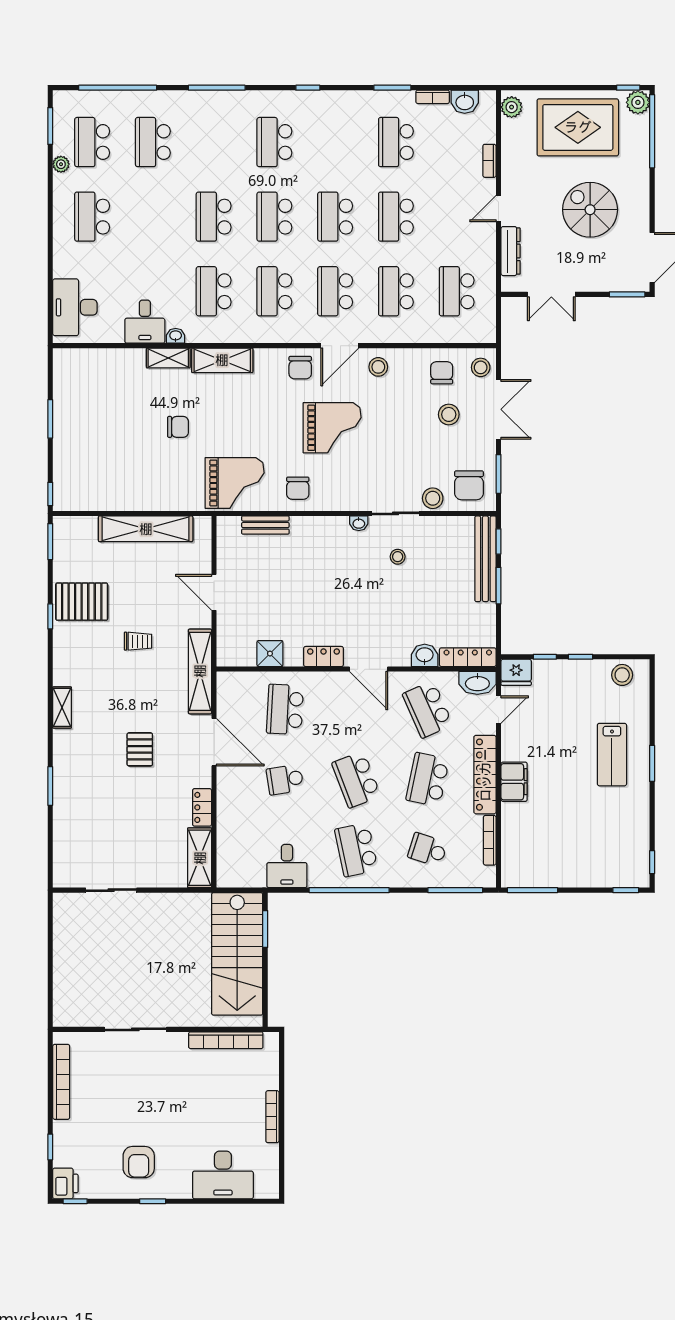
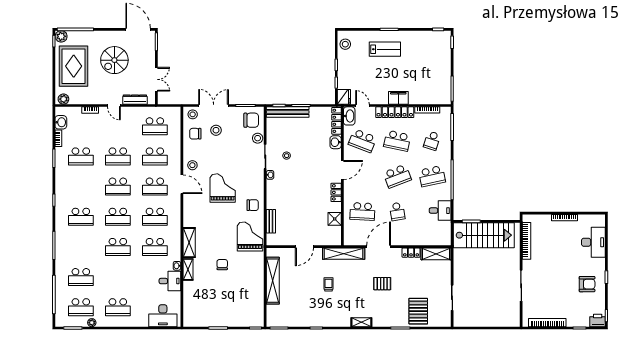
chair: (300, 368) -> (193, 204), removed
pallet: (82, 602) -> (418, 311), moved
school desk: (428, 709) -> (362, 141), turned 45

